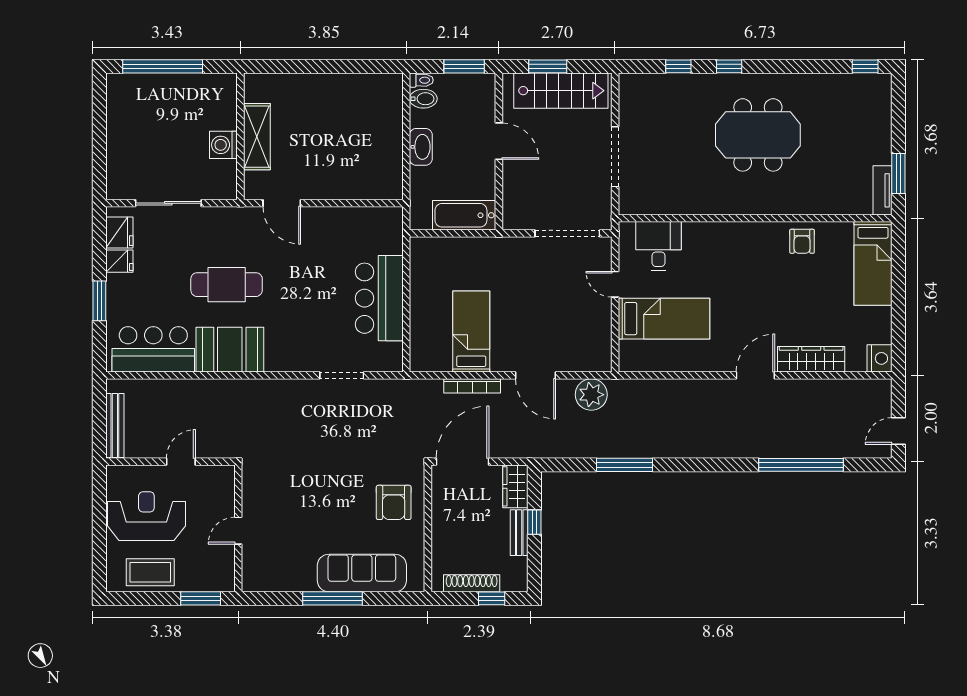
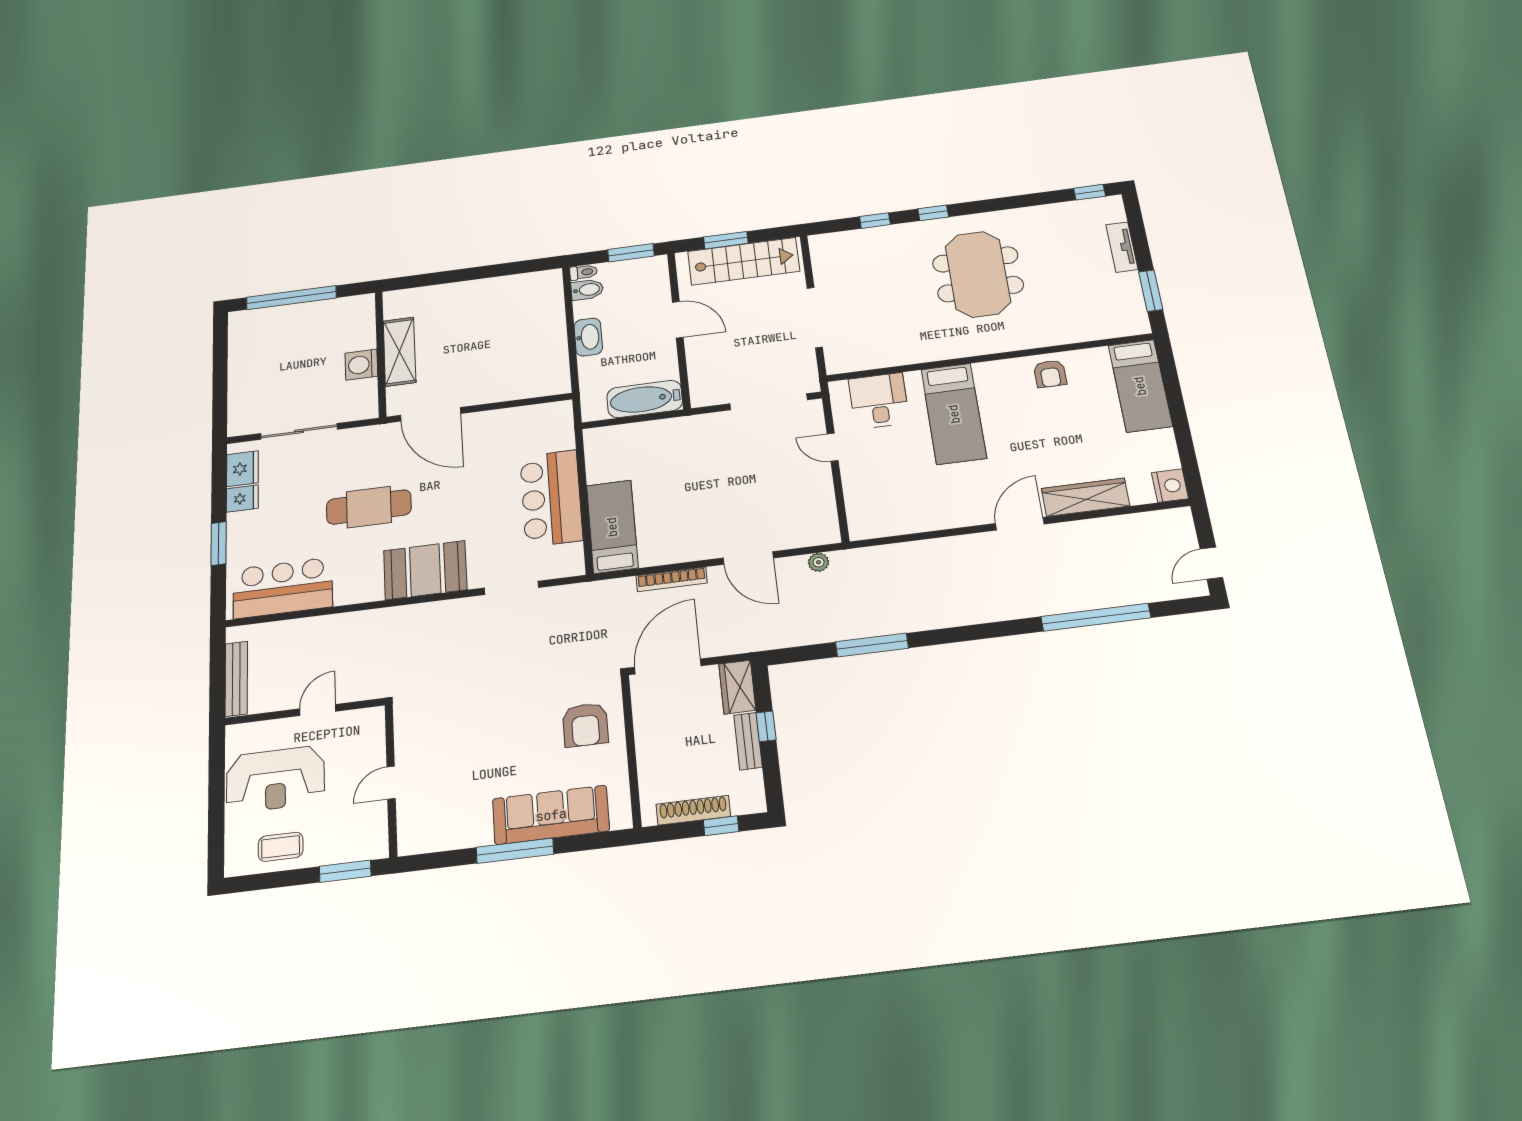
meeting table: (758, 135) -> (978, 274), turned 90
tv unit: (882, 190) -> (1122, 247), moved
door: (282, 203) -> (431, 414), width x1.36
bed: (664, 319) -> (954, 414), moved, turned 90
bed: (471, 332) -> (612, 527), moved
booth: (230, 350) -> (425, 570), moved
plant: (591, 395) -> (818, 562), width x0.53, depth x0.53
reception desk: (146, 516) -> (275, 779), turned 180
coffee table: (150, 572) -> (281, 847), width x0.73, depth x0.77

